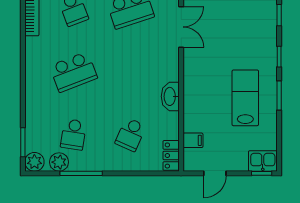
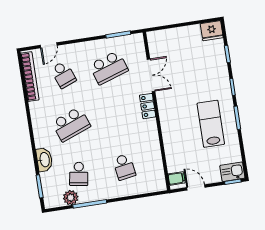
washbasin: (170, 96) -> (44, 160), moved, turned 180
school desk: (131, 134) -> (124, 167), turned -33
filing cabinet: (193, 140) -> (177, 178), moved
locker: (171, 155) -> (148, 106), moved
plant: (34, 162) -> (51, 200), removed
door: (215, 173) -> (196, 187), swing flipped

